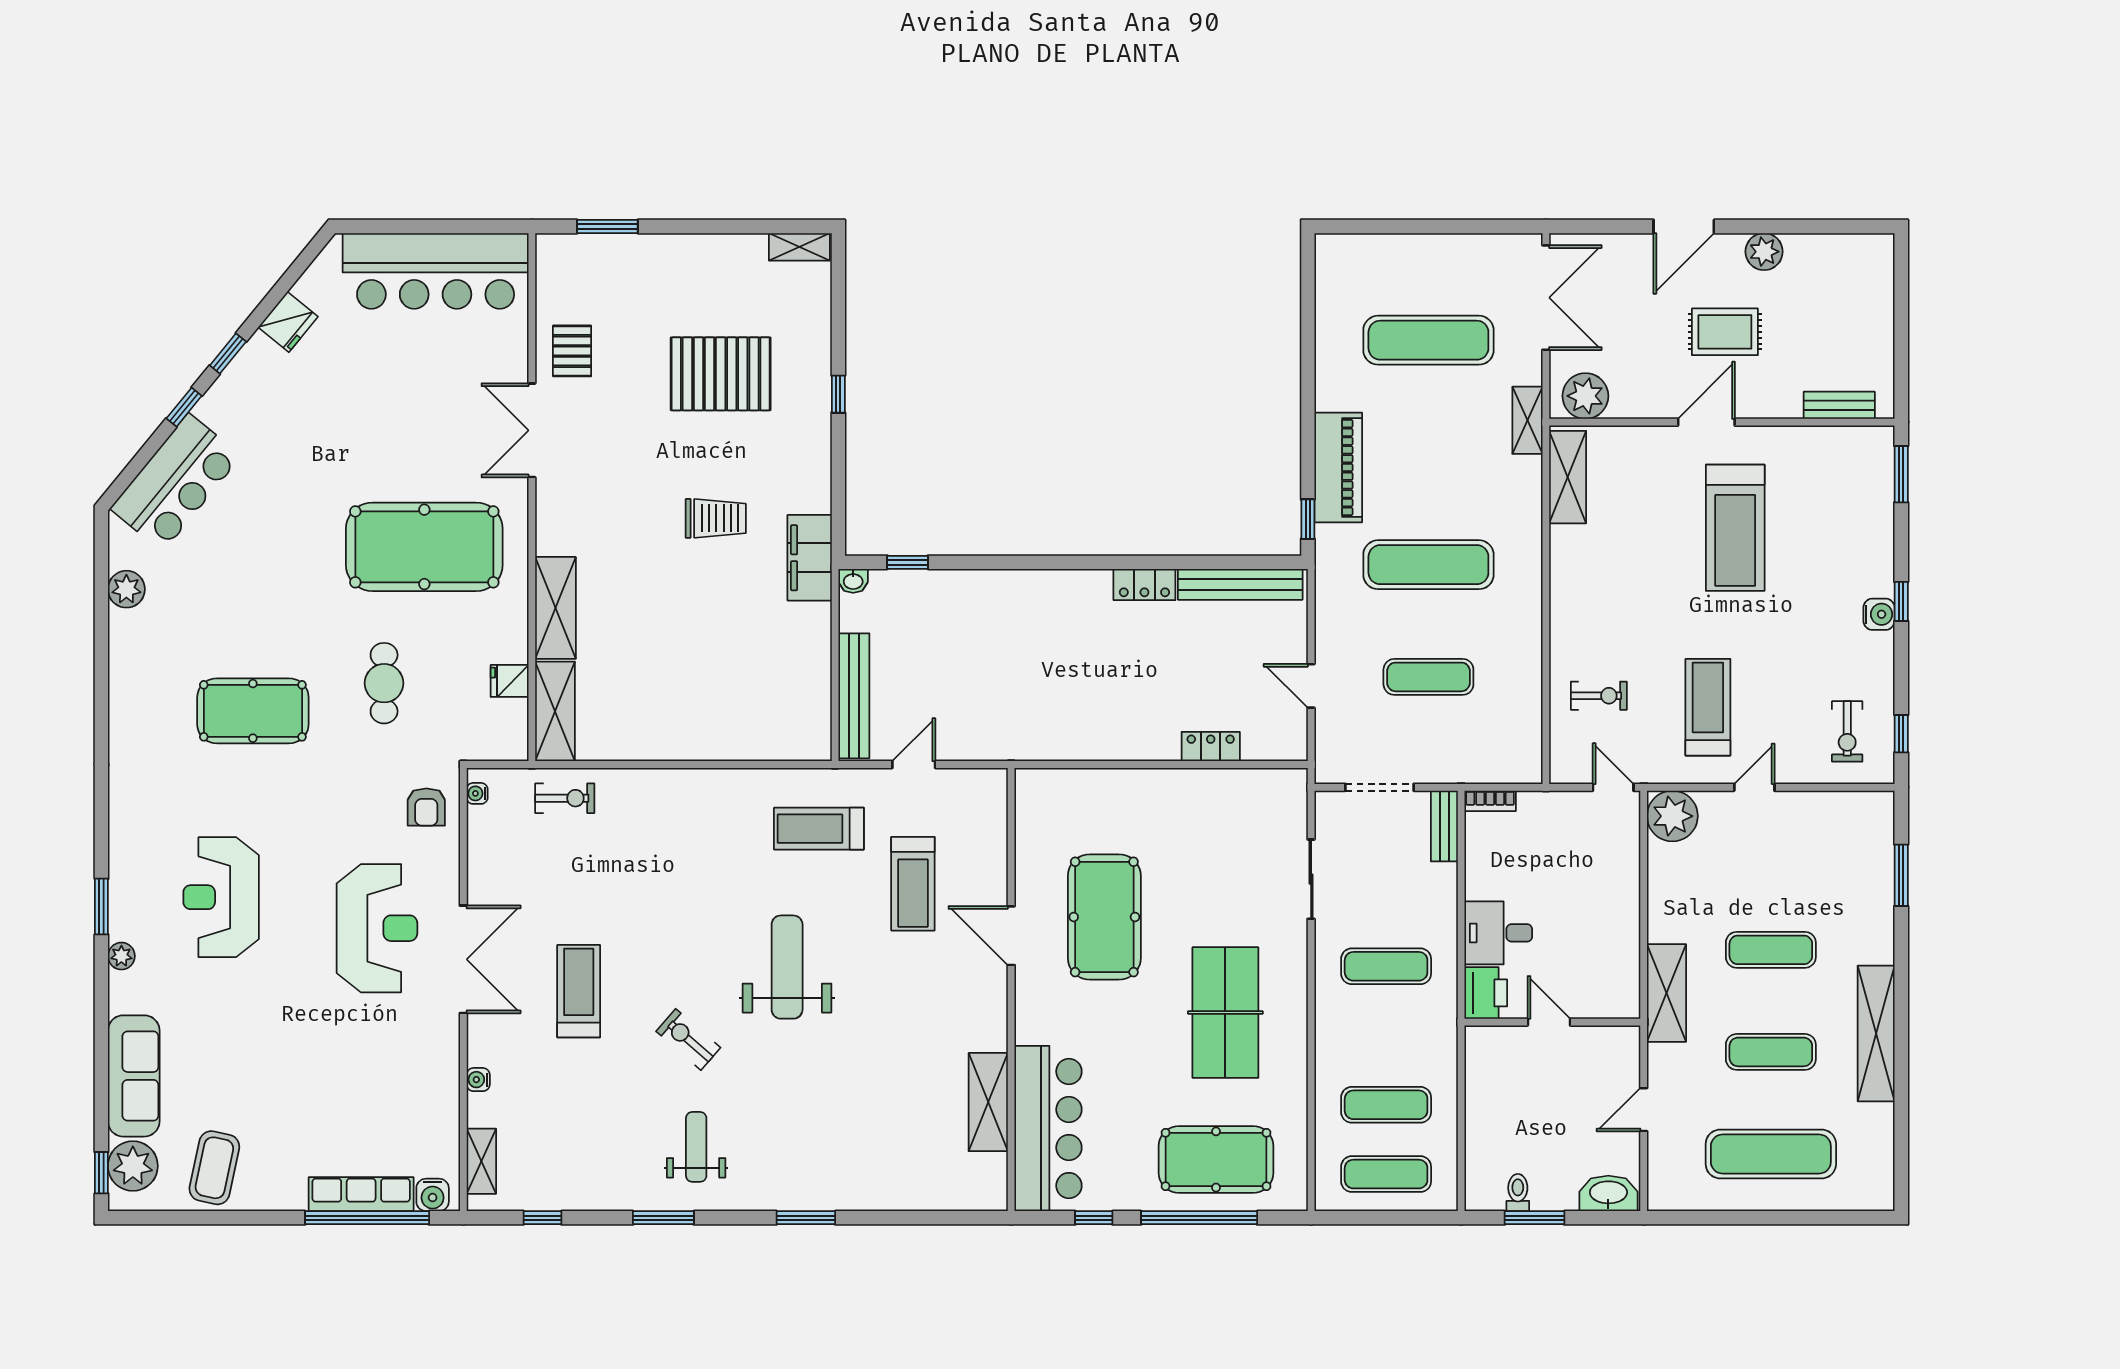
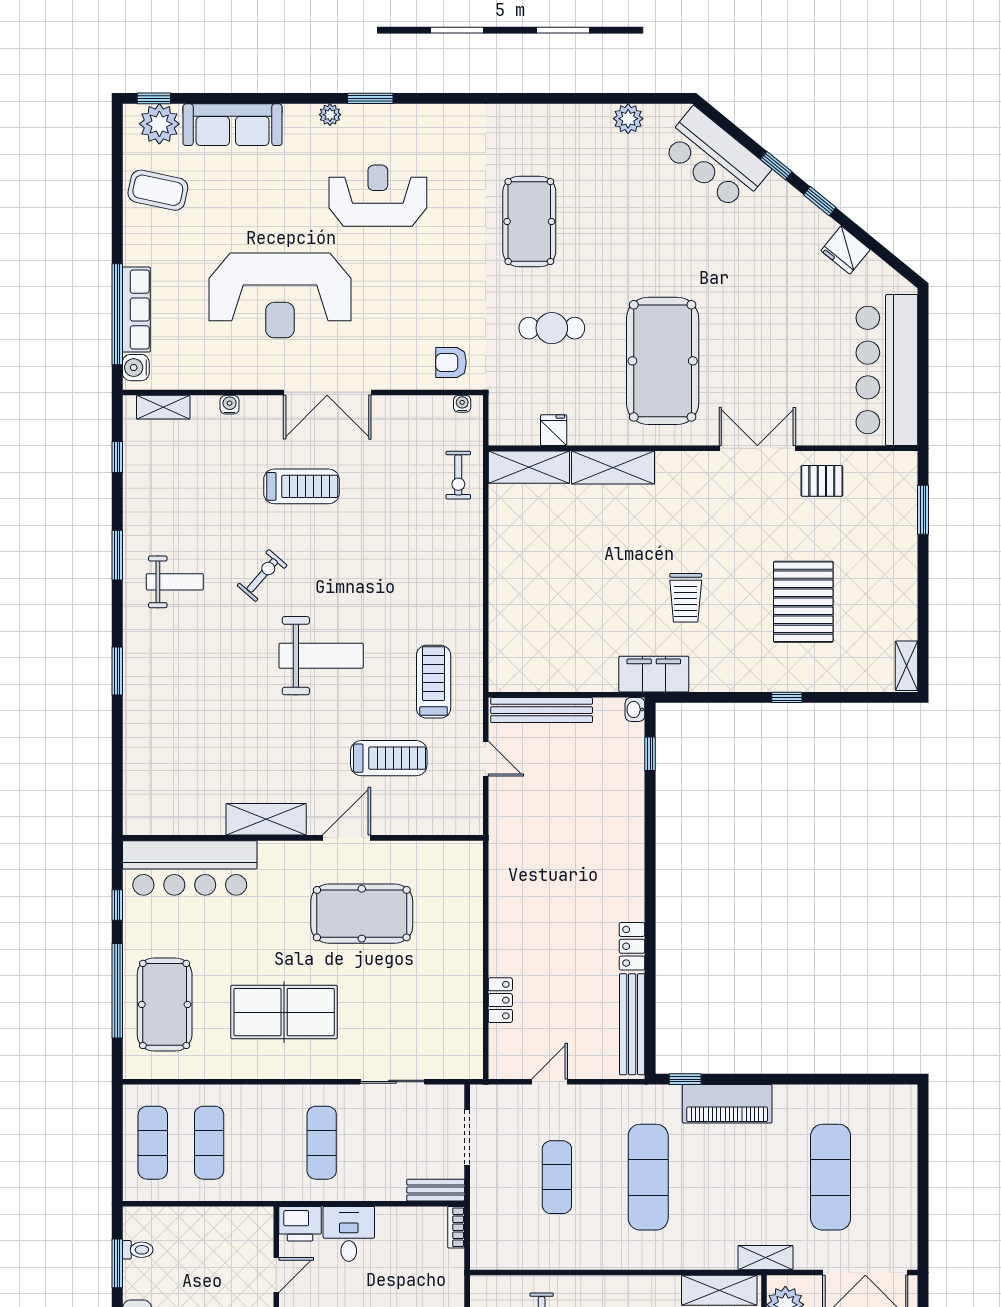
treadmill: (913, 884) -> (389, 758), turned 180
reception desk: (377, 928) -> (280, 295), moved, width x1.36, depth x1.30
shelving: (988, 1102) -> (266, 819), moved

